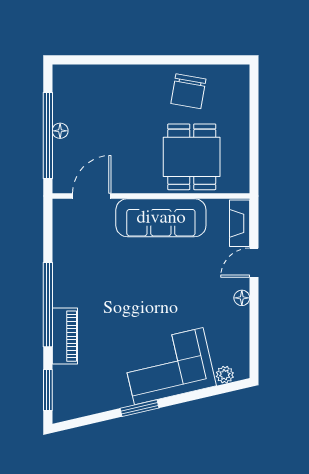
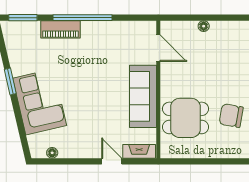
window: (48, 135) -> (200, 18), removed
floor lamp: (242, 298) -> (52, 153), moved
plant: (225, 375) -> (34, 141), removed

